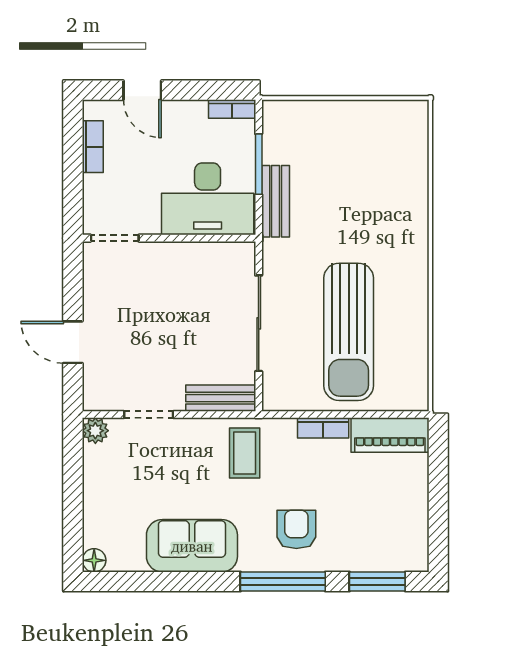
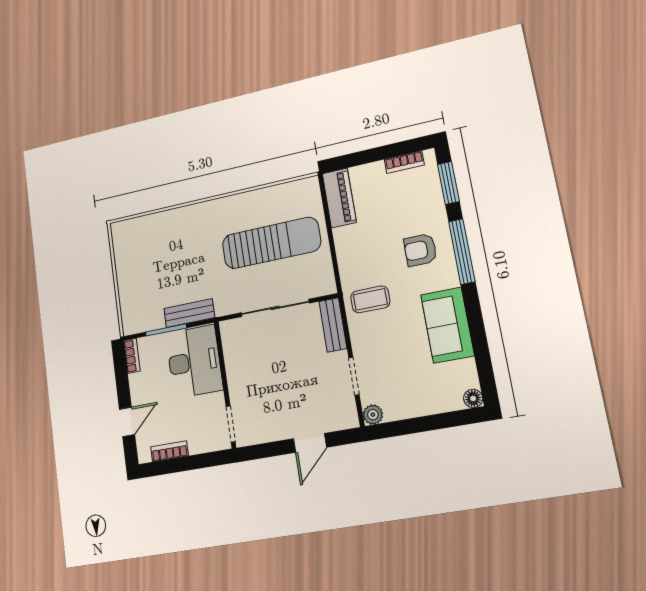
bookcase: (323, 428) -> (404, 162), moved, turned 90

